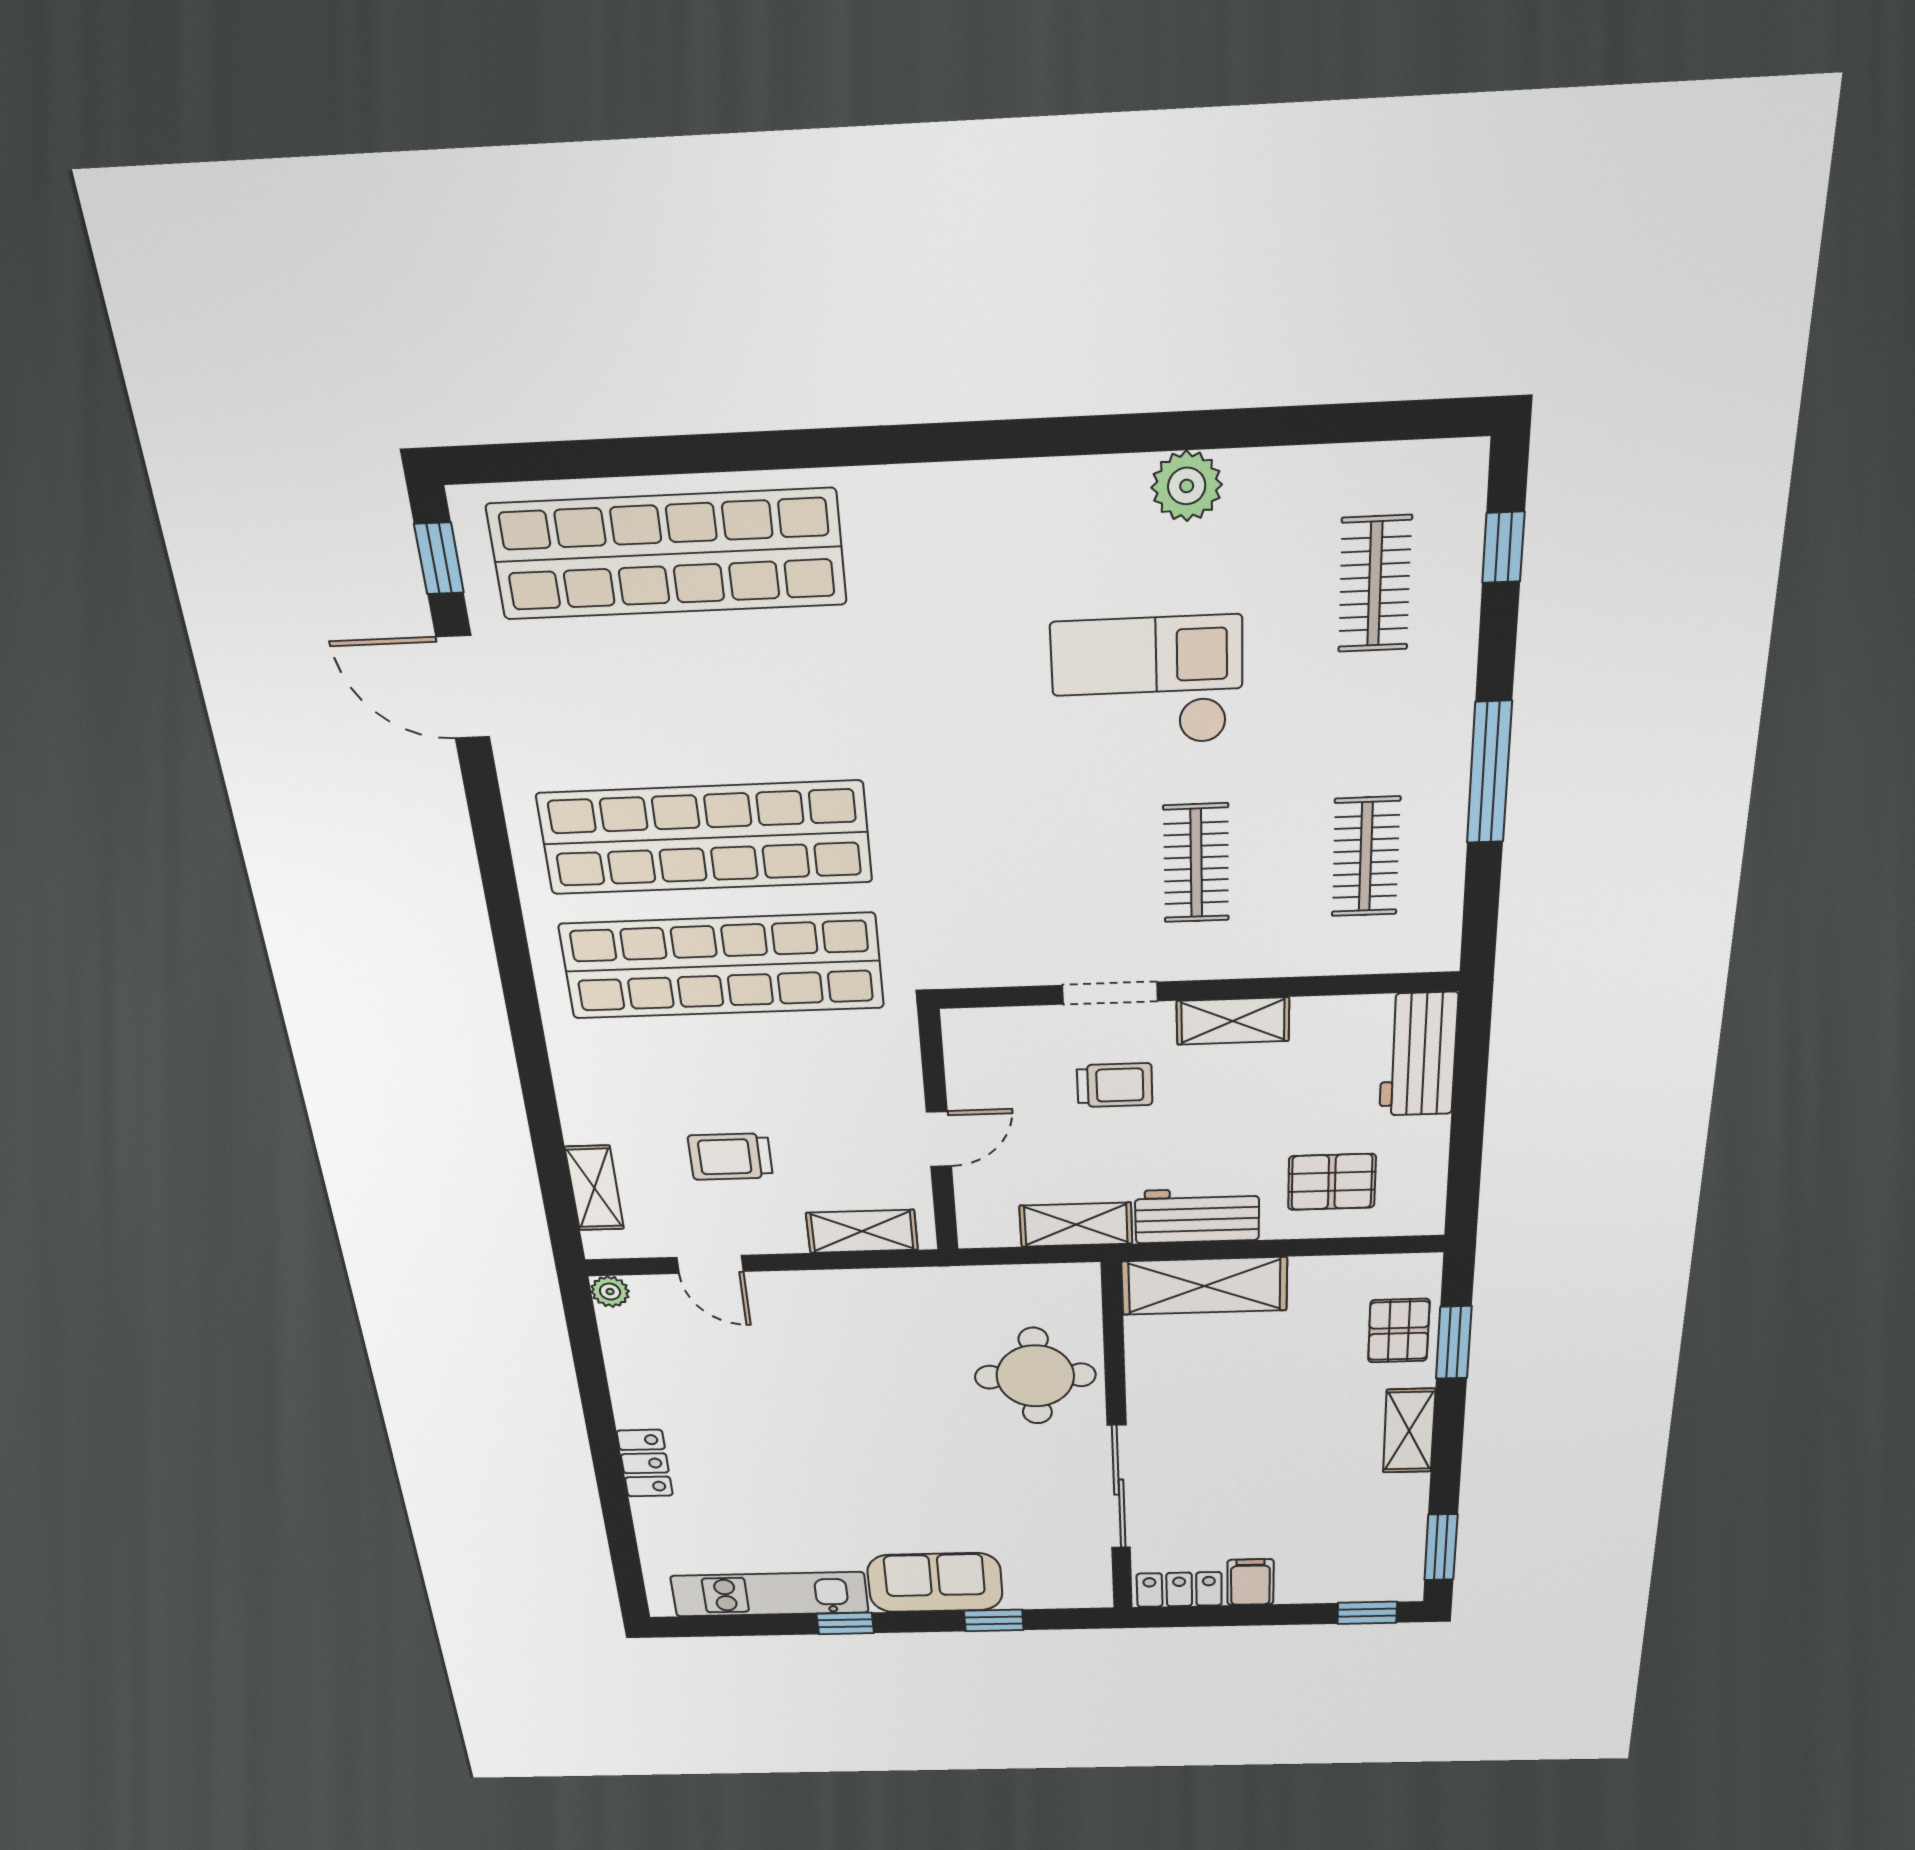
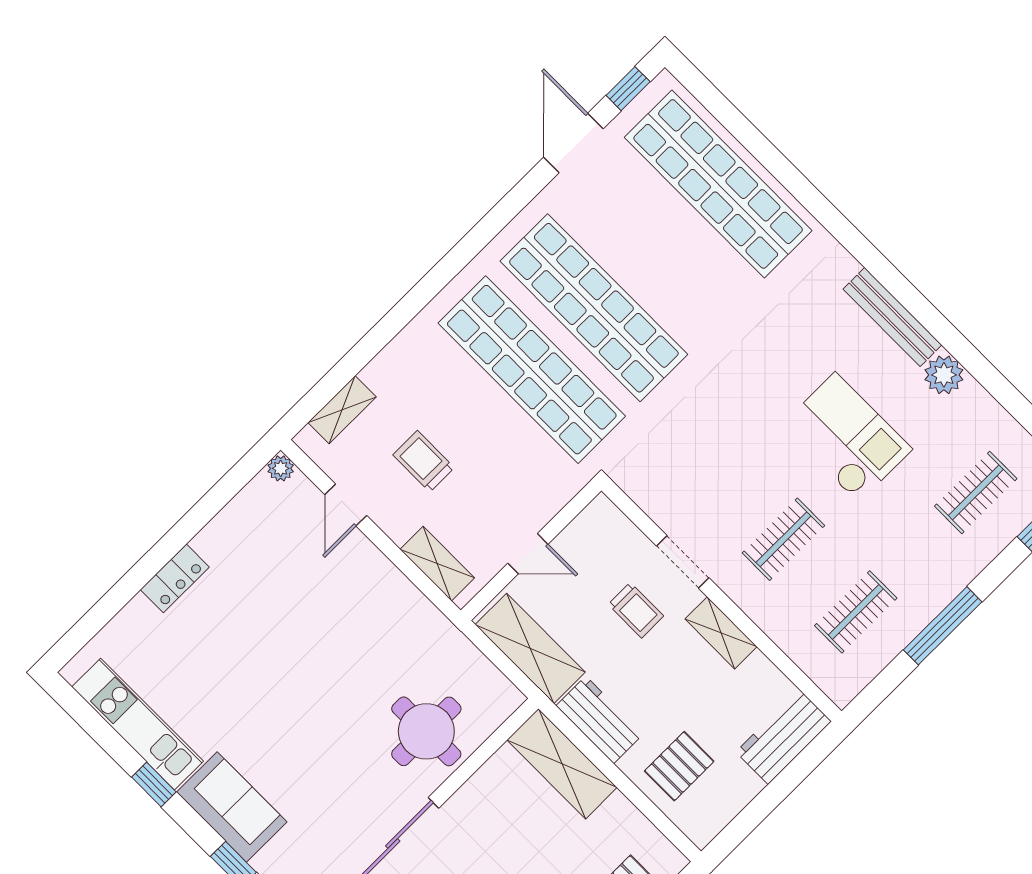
bench: (1047, 485) -> (892, 317), added
pallet: (1332, 1182) -> (679, 766), turned 90
shelving: (1076, 1225) -> (530, 648), width x1.50, depth x1.33

